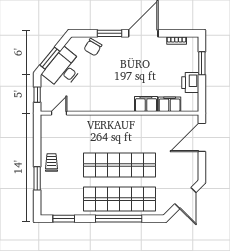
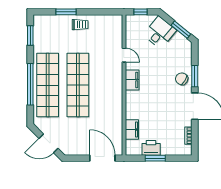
chair: (93, 47) -> (182, 79), moved
window: (50, 58) -> (181, 30), moved
window: (202, 63) -> (155, 158), moved
desk: (64, 69) -> (160, 33), width x0.73
filing cabinet: (146, 104) -> (132, 80), moved
door: (59, 113) -> (124, 55), moved

